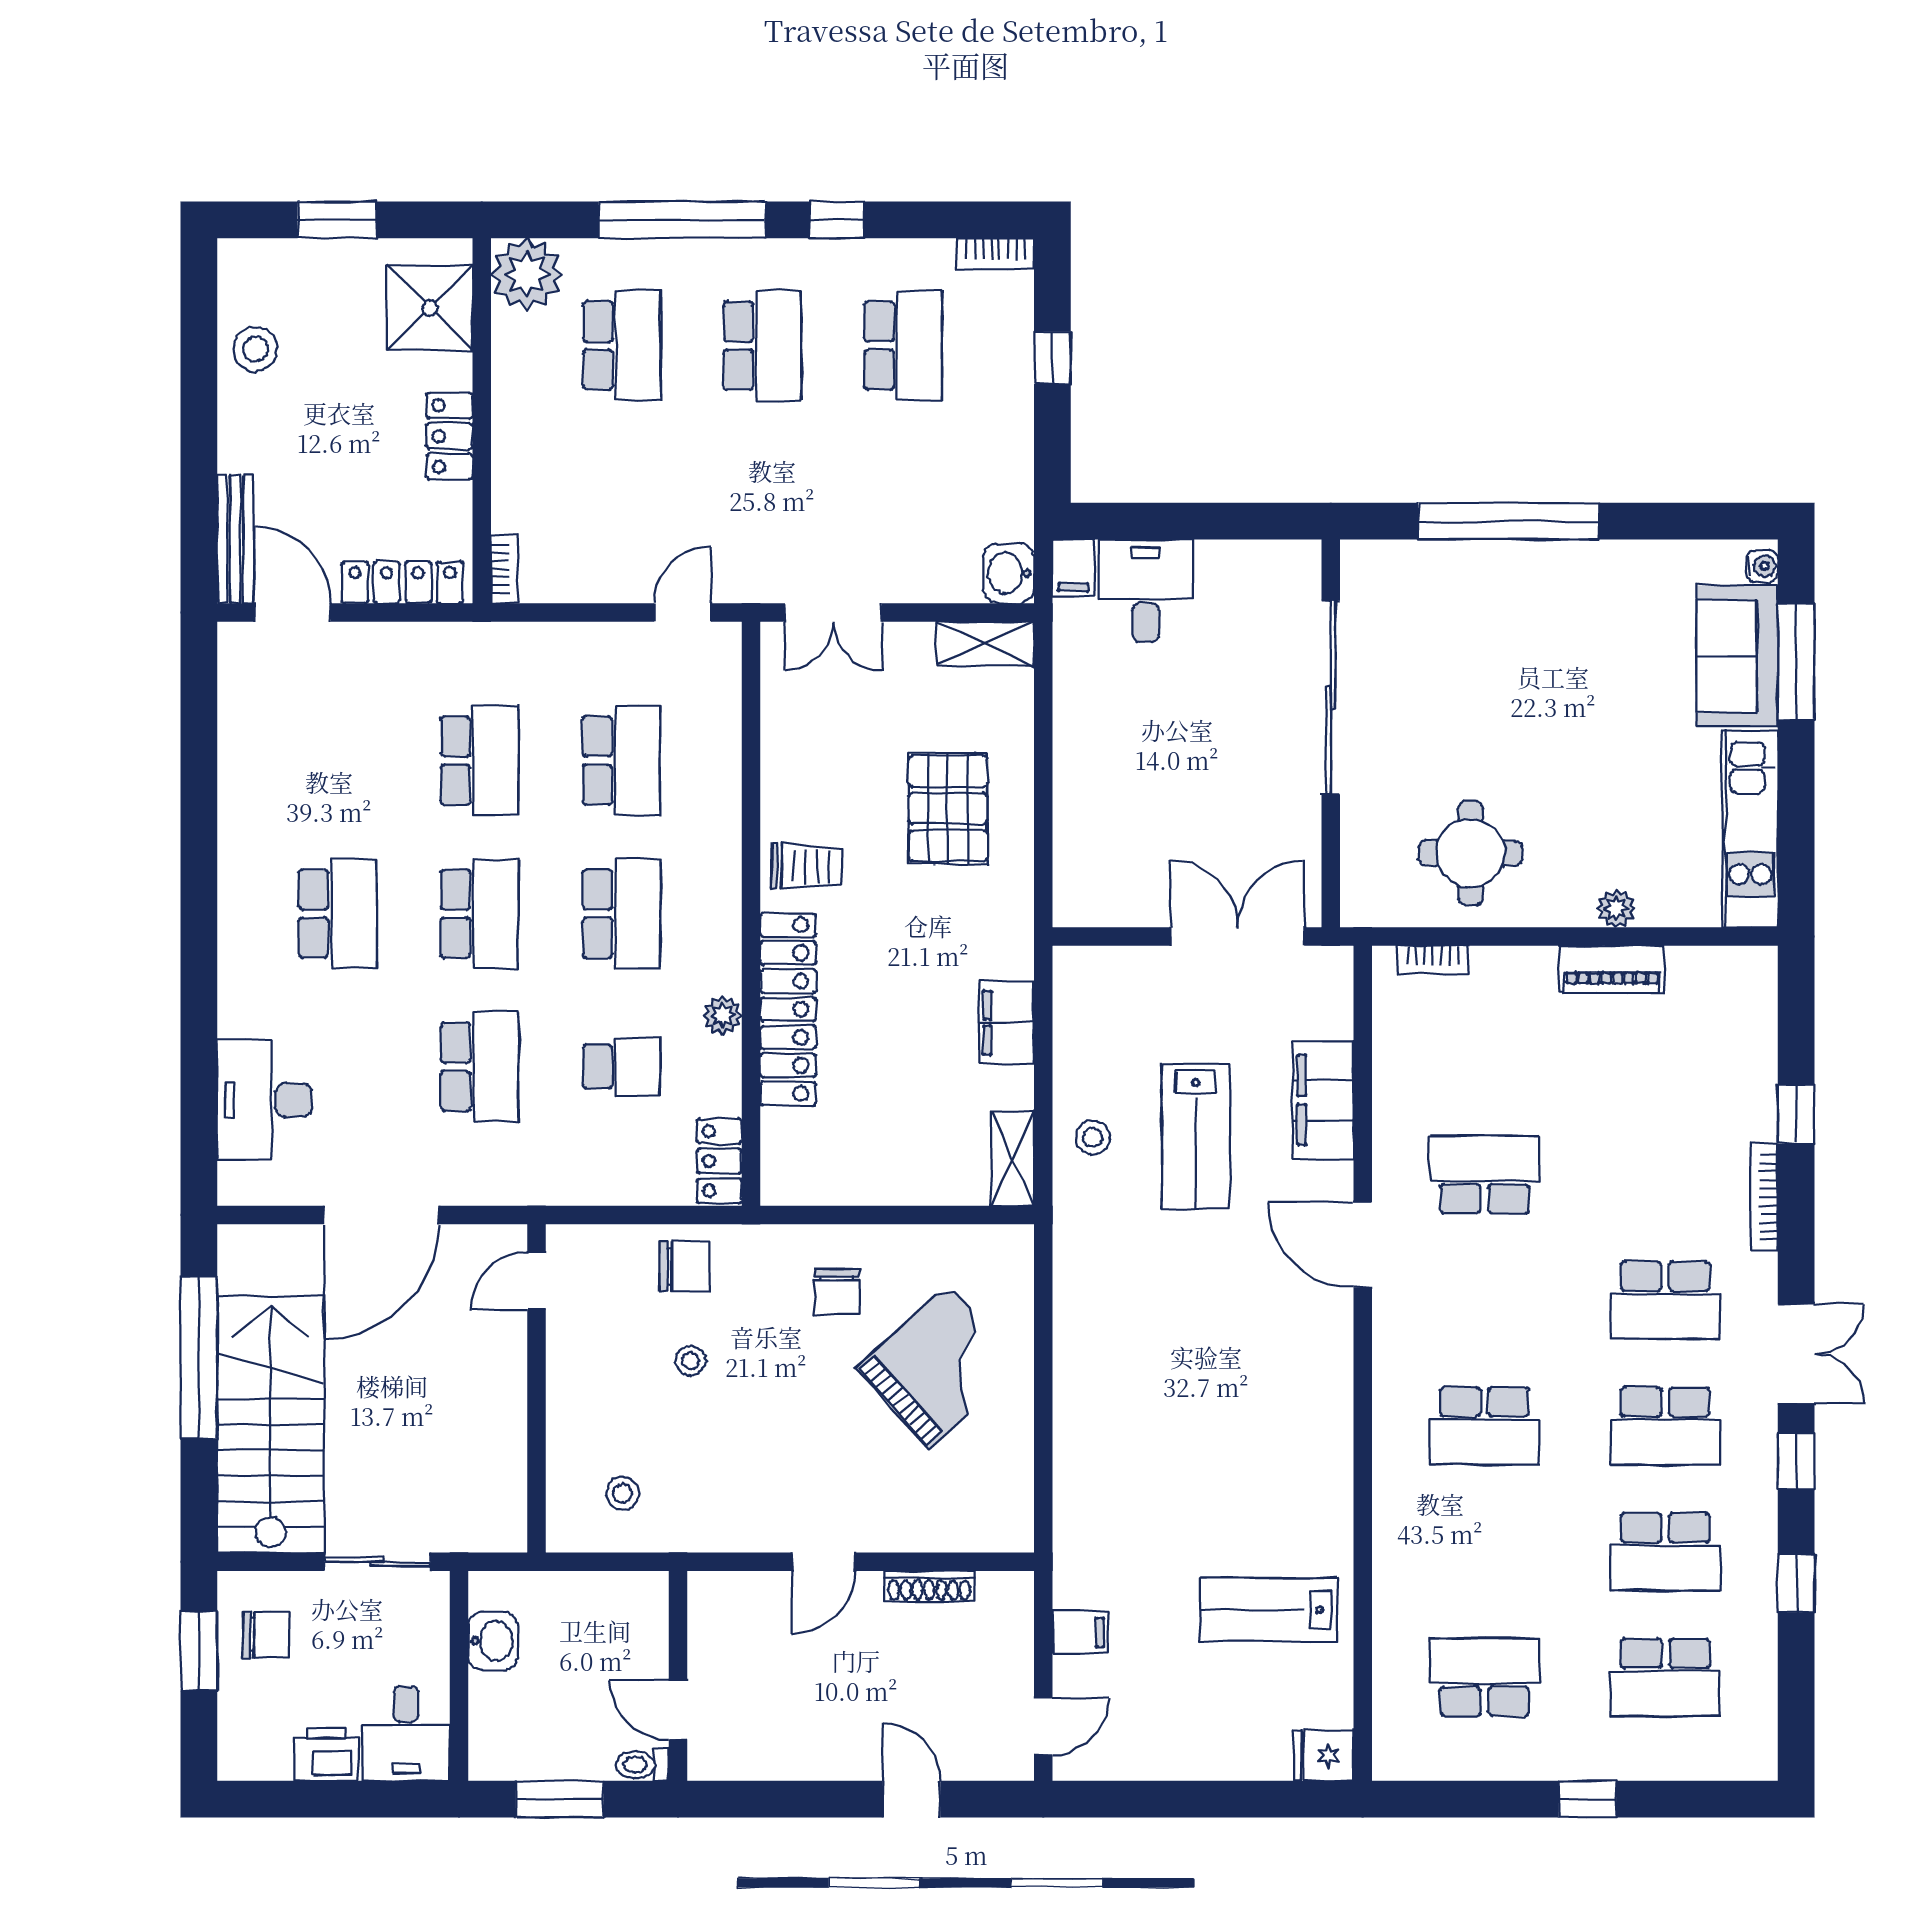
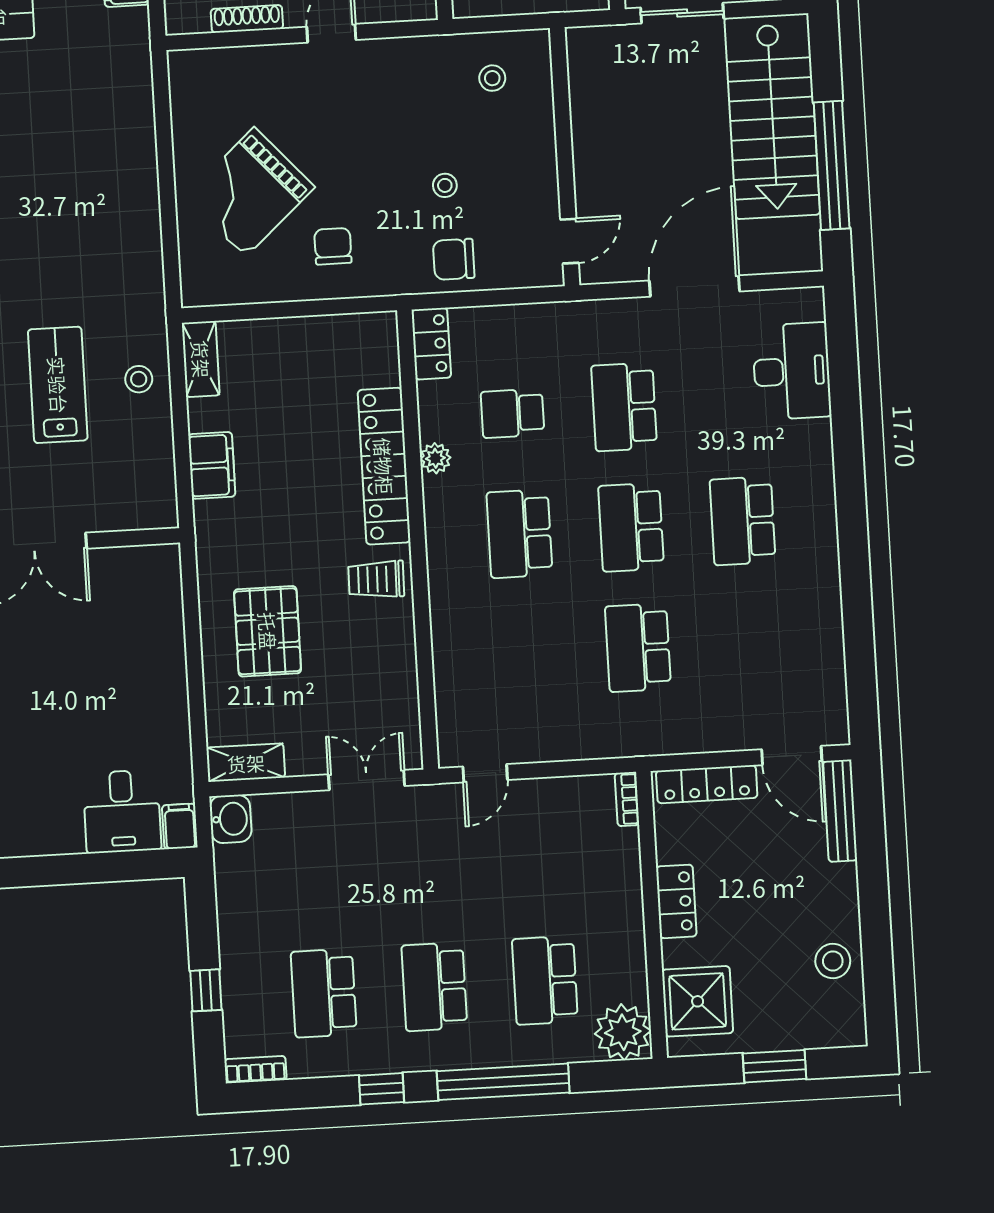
school desk: (621, 761) -> (526, 654), removed

